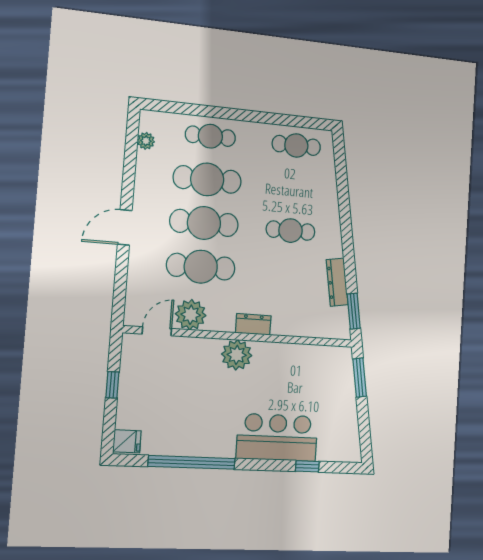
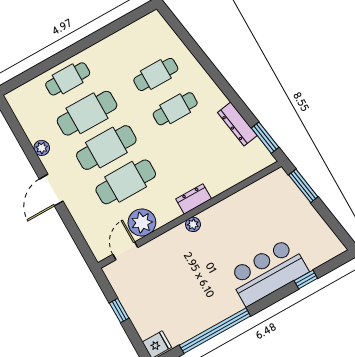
plant: (146, 141) -> (42, 148), moved
cafe table: (296, 145) -> (156, 74), moved
plant: (237, 355) -> (193, 224), width x0.53, depth x0.53

